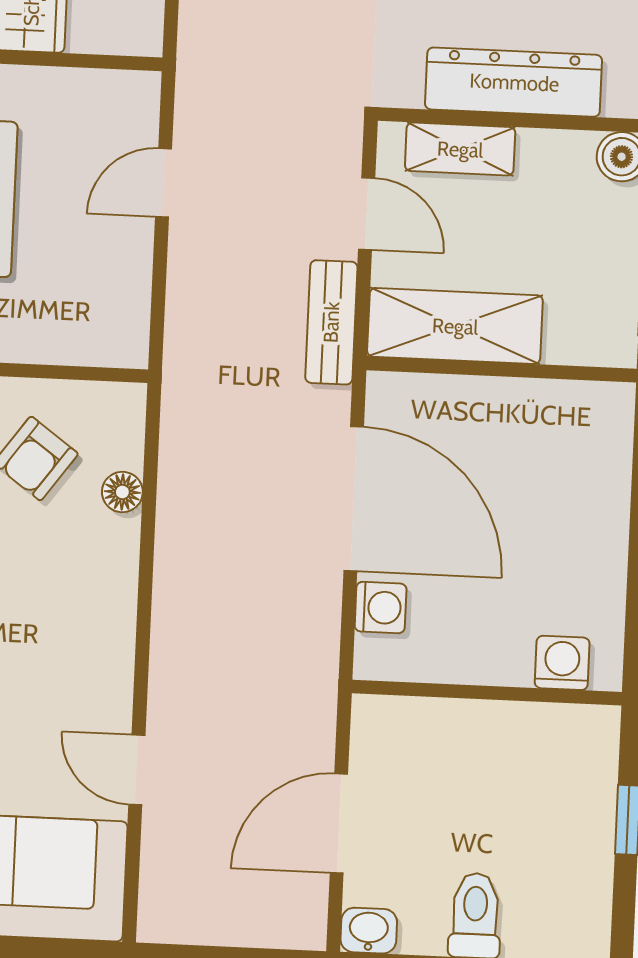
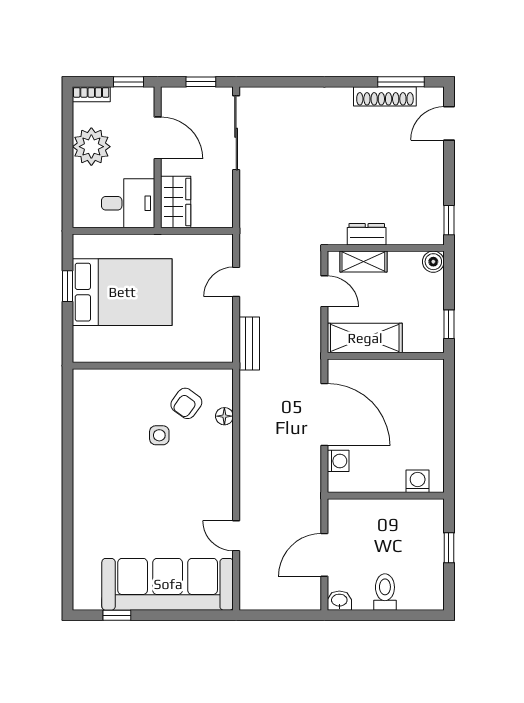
dresser: (514, 82) -> (367, 234), width x0.51, depth x0.80
bench: (331, 322) -> (249, 343), moved

